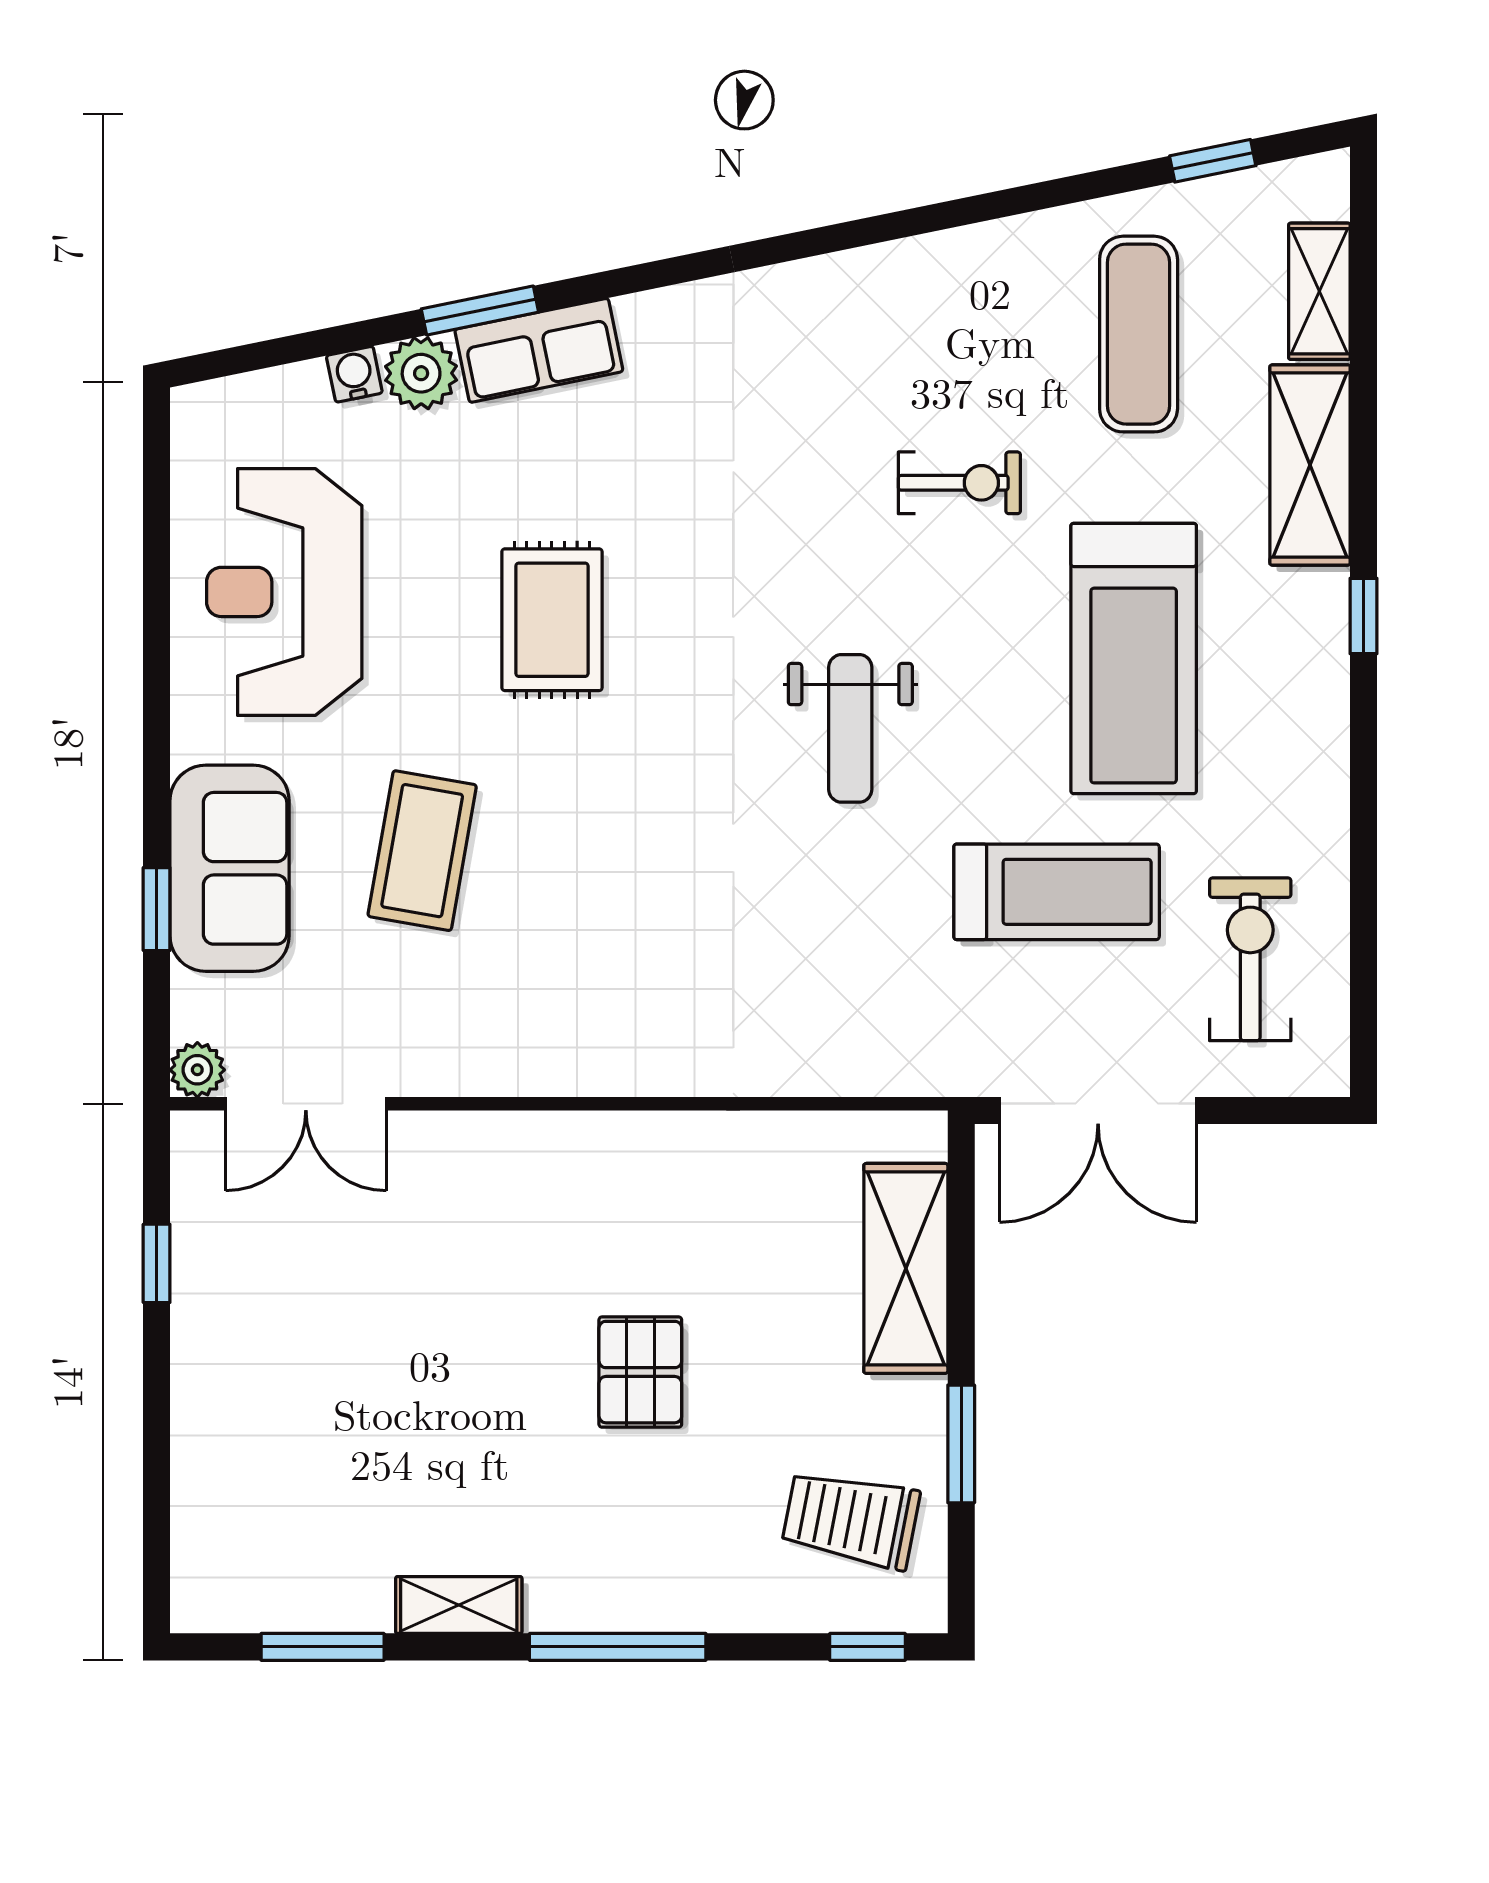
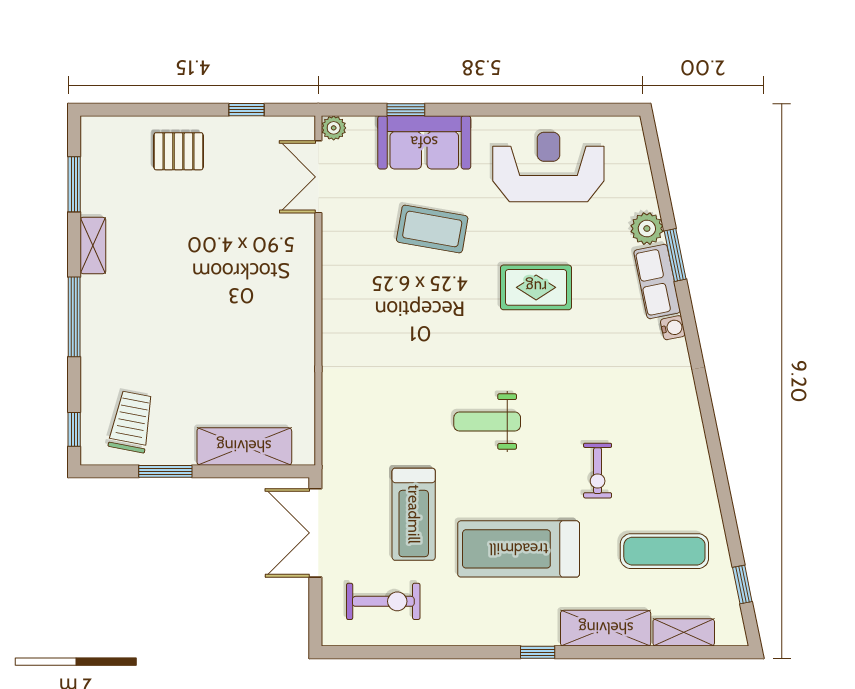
water cooler: (354, 374) -> (673, 328), moved
pallet: (640, 1372) -> (178, 151), moved

